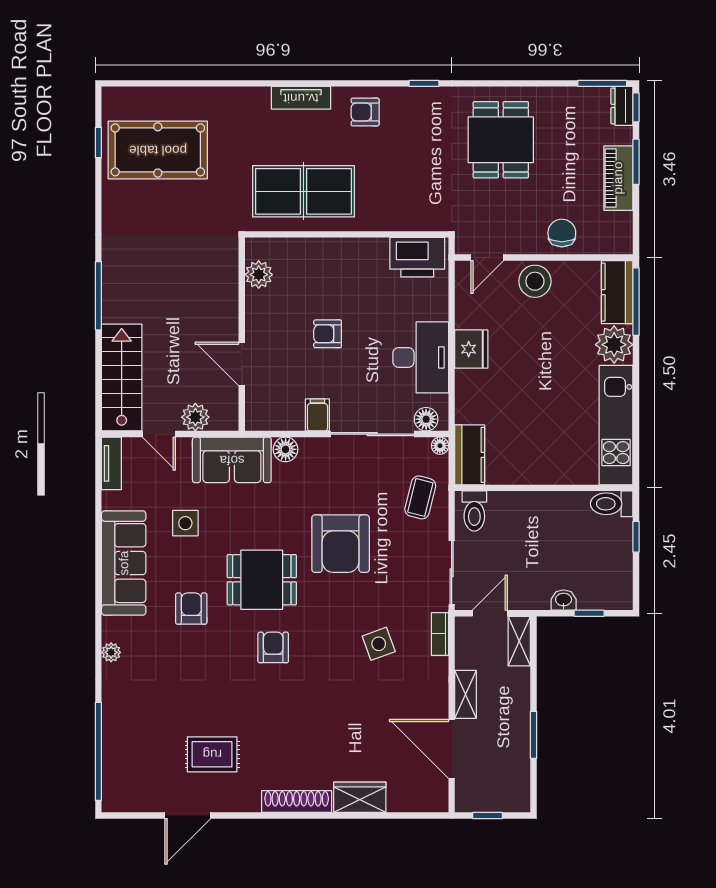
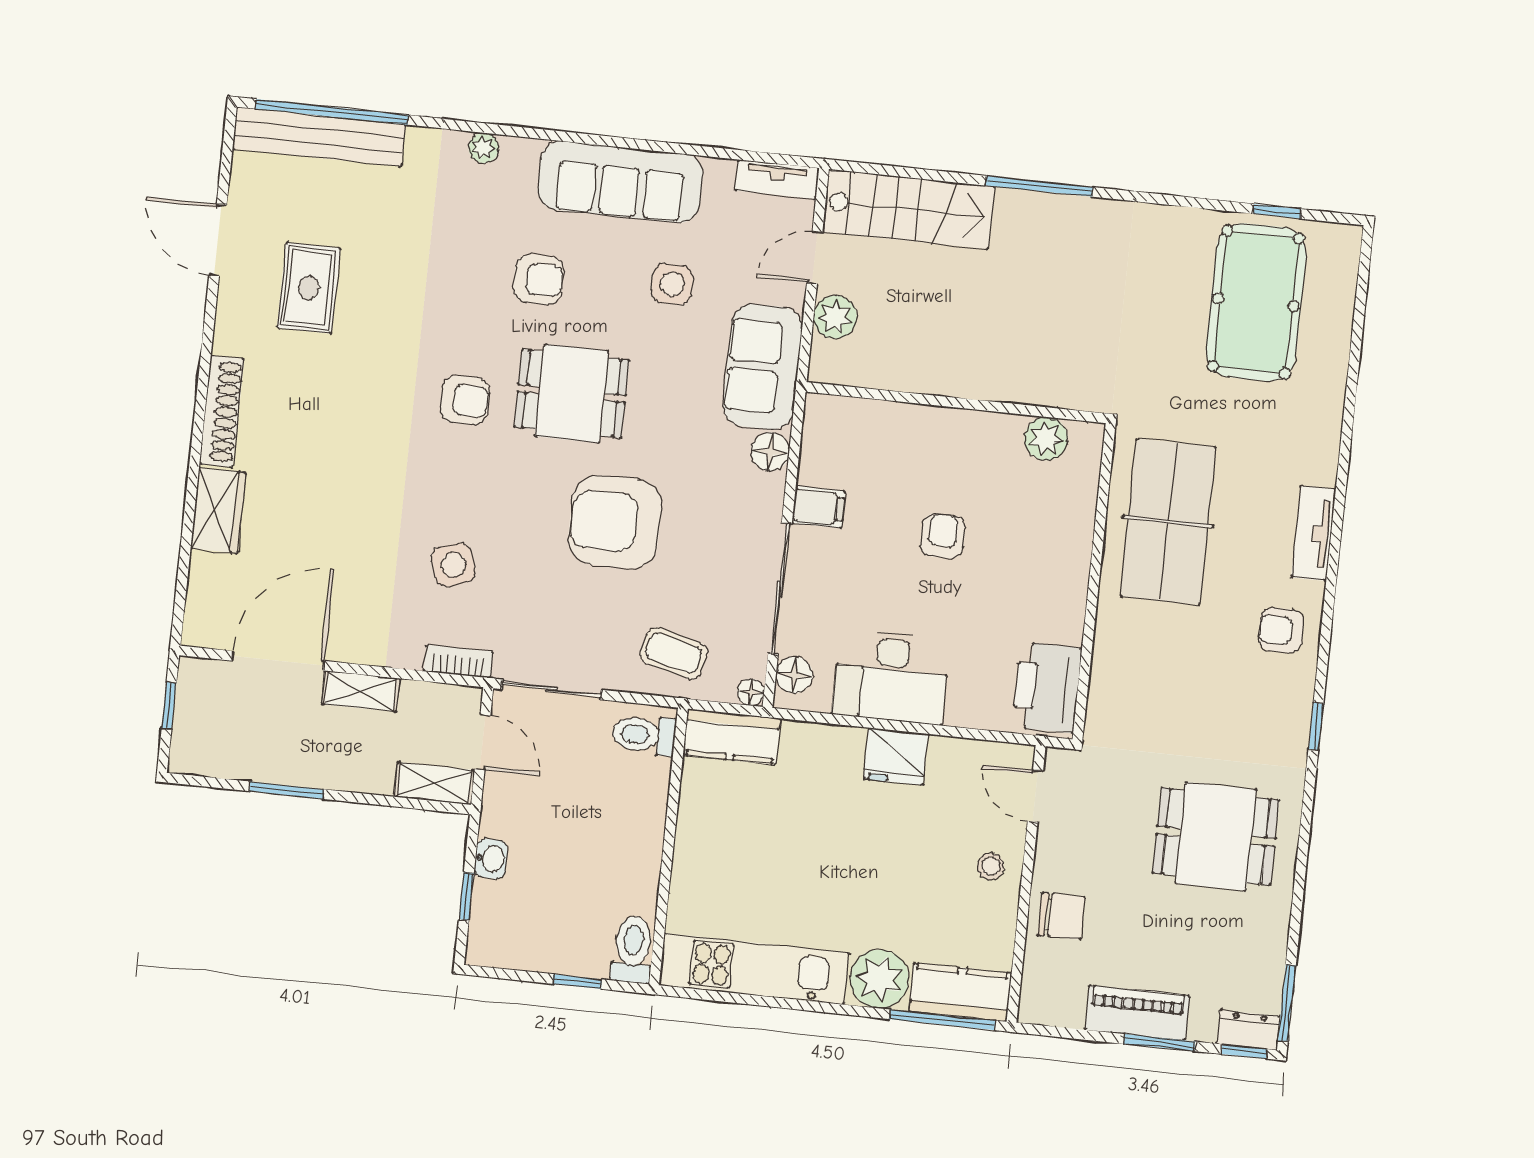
armchair: (365, 112) -> (1281, 630), turned -90
stool: (535, 281) -> (991, 866), width x0.53, depth x0.53
door: (242, 364) -> (910, 398), removed
dining table: (262, 580) -> (572, 394), turned 90
bench: (115, 758) -> (319, 137), added

